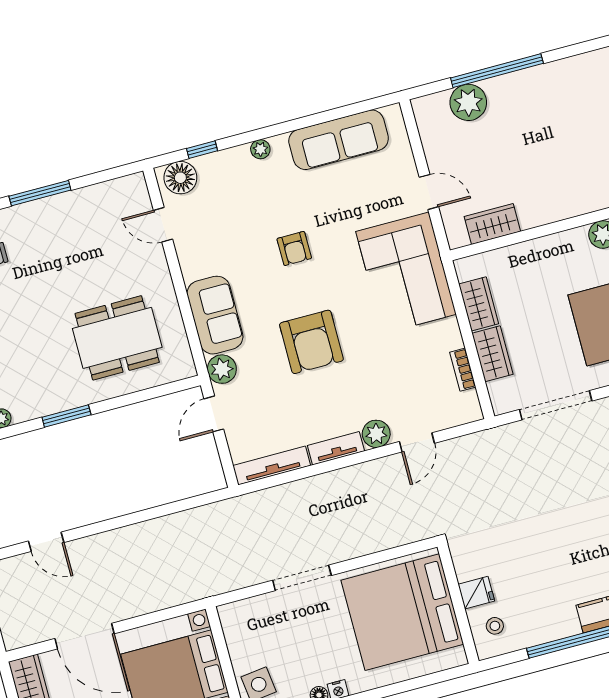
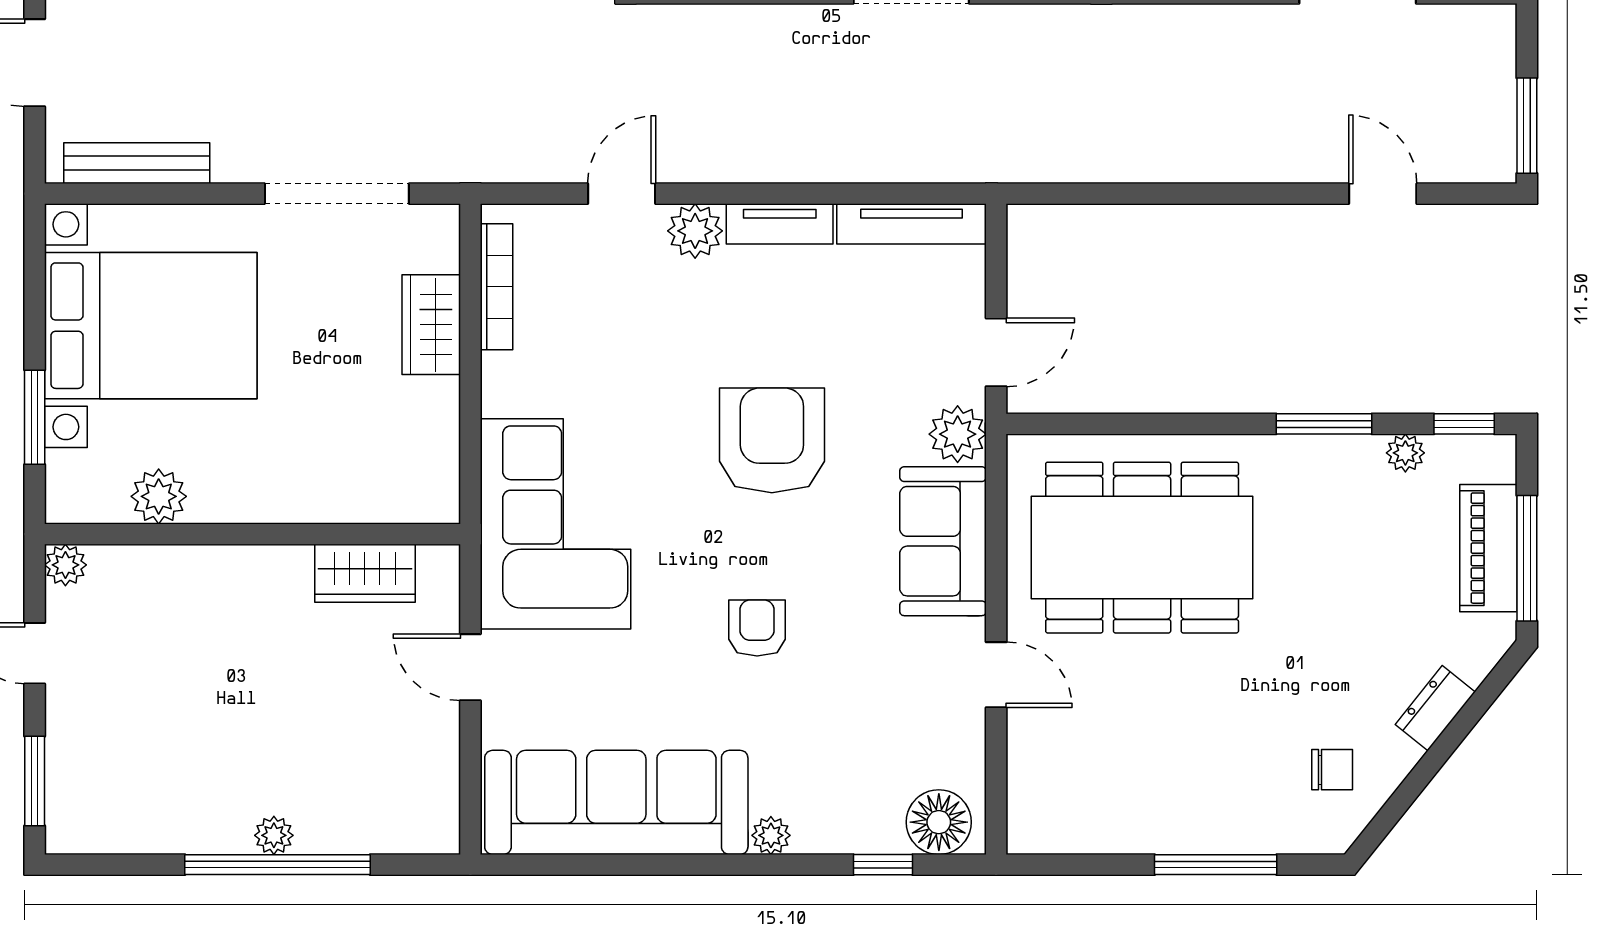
plant: (468, 102) -> (274, 835), moved, width x0.53, depth x0.53
sofa: (339, 140) -> (616, 802), width x1.36, depth x1.27
door: (163, 225) -> (996, 675), moved
wardrobe: (479, 304) -> (432, 427), removed
dining table: (117, 338) -> (1142, 548), width x1.36, depth x1.24
bookcase: (463, 370) -> (496, 287), width x1.56
window: (66, 416) -> (1324, 424), moved

